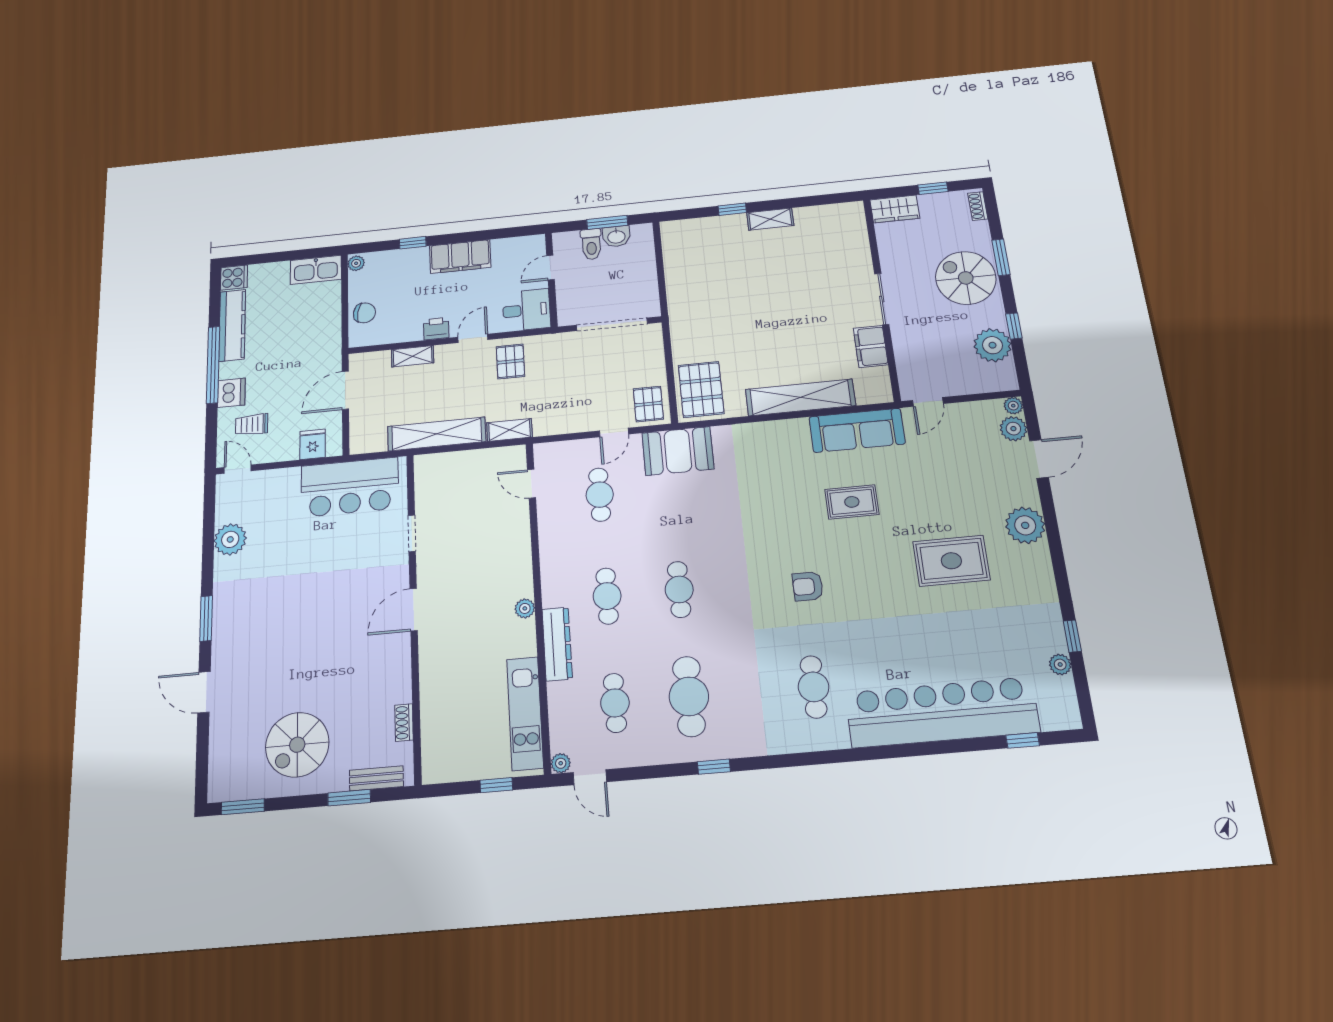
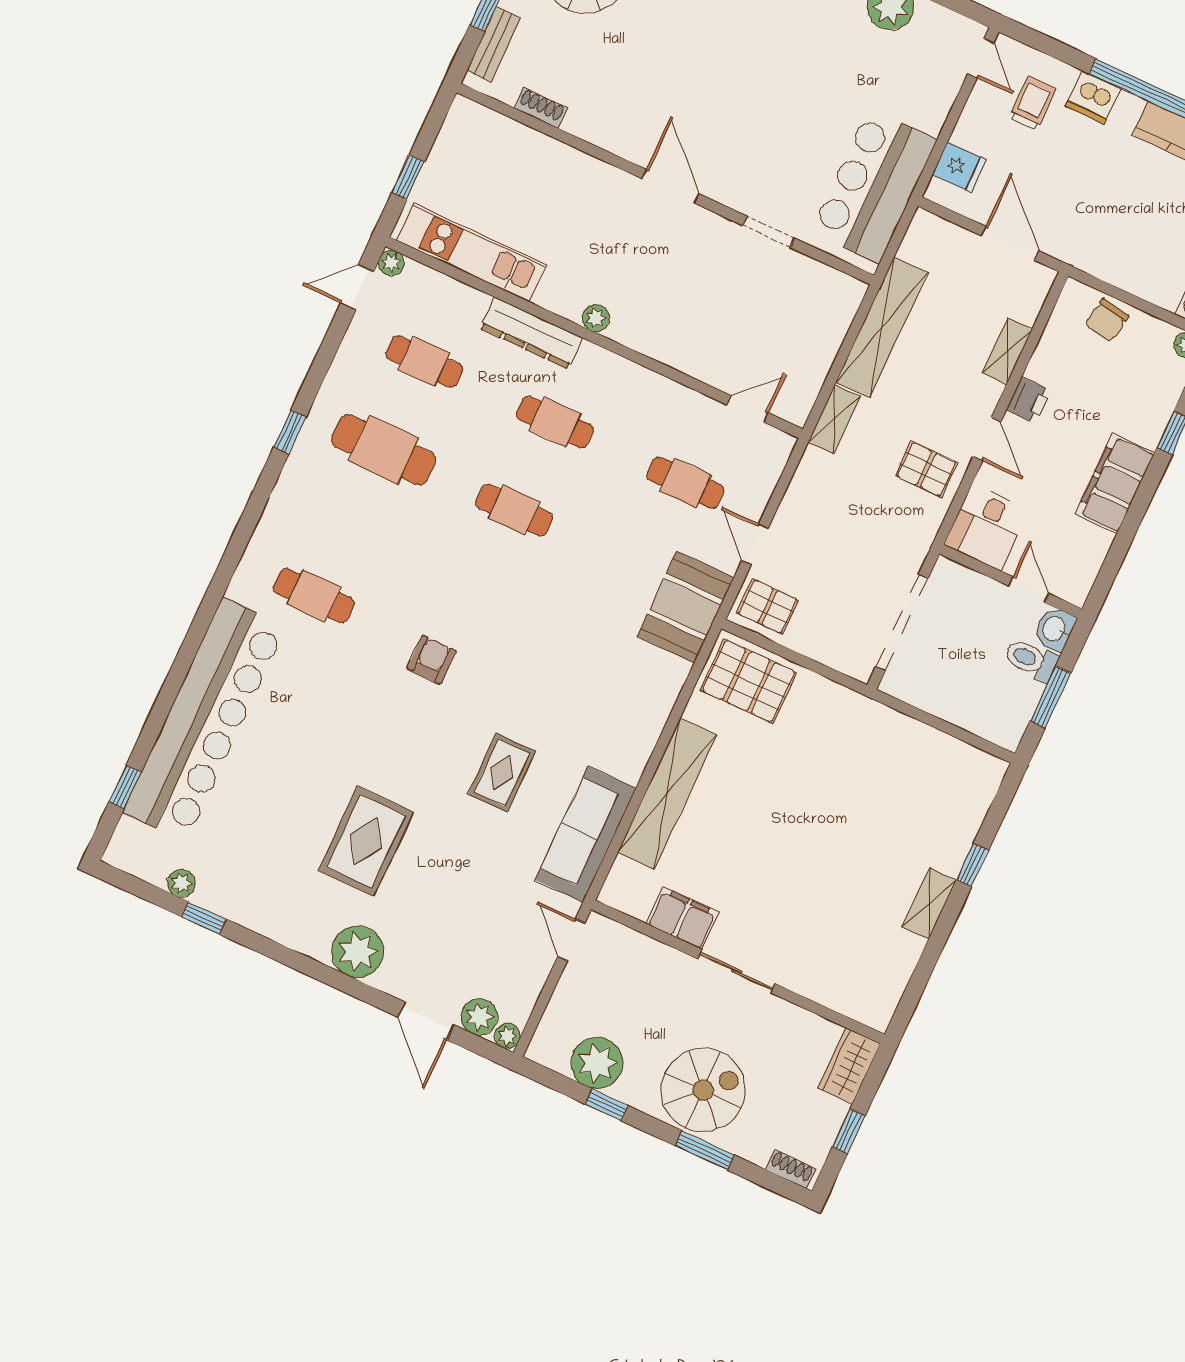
washbasin: (616, 236) -> (1055, 629), moved
door: (238, 469) -> (981, 58), hinge flipped

